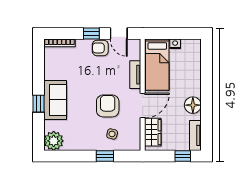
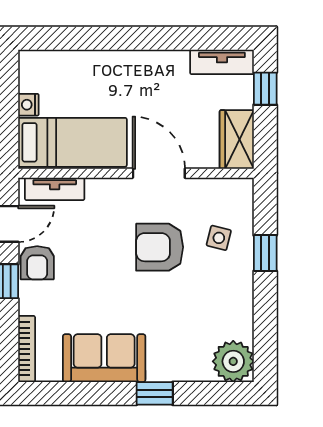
tv unit: (135, 75) -> (55, 189), moved
sofa: (55, 100) -> (104, 358), moved
floor lamp: (193, 105) -> (158, 67), removed
wardrobe: (153, 132) -> (237, 140), moved, turned -90

